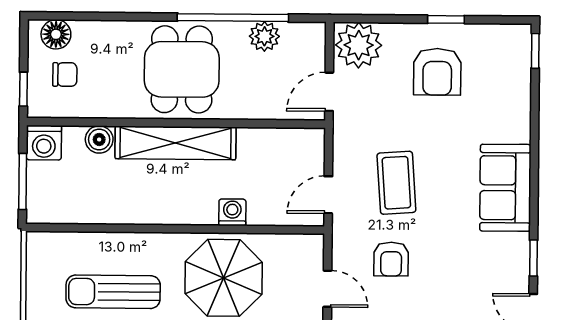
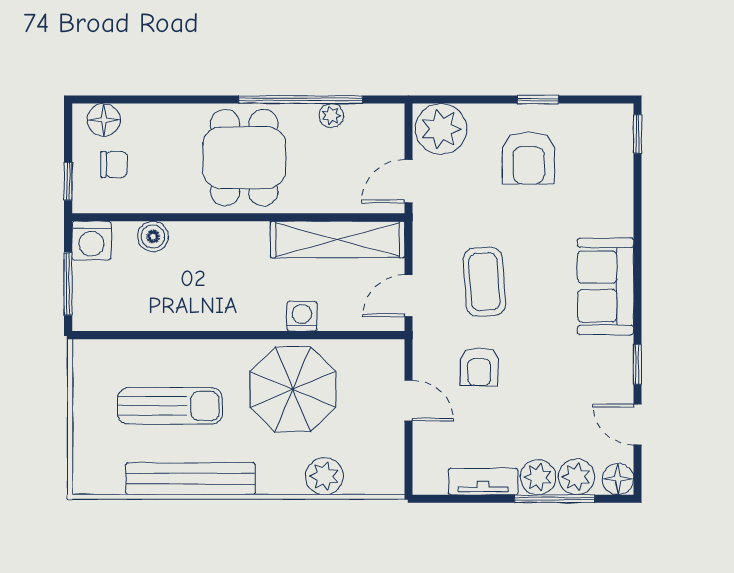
plant: (264, 36) -> (331, 116), width x0.73, depth x0.73
shelving: (175, 143) -> (337, 240), moved
sun lounger: (113, 292) -> (170, 406), turned 180

